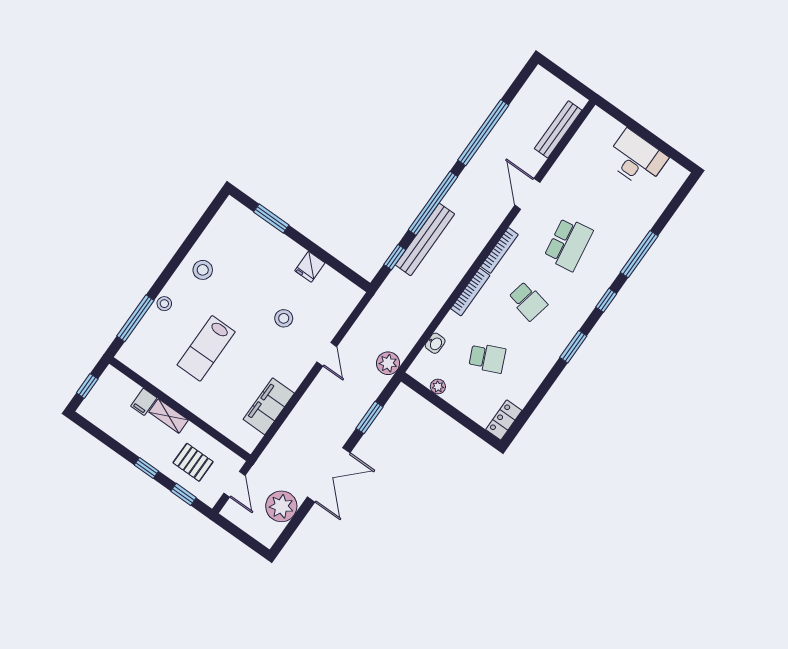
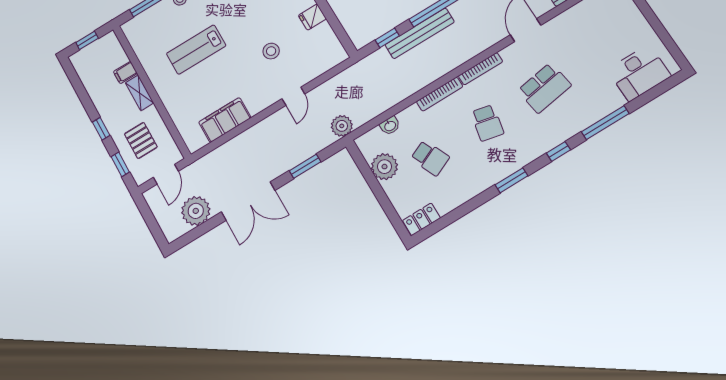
desk: (636, 159) -> (639, 73), moved, turned 90
plant: (438, 387) -> (384, 167), width x1.88, depth x1.88

